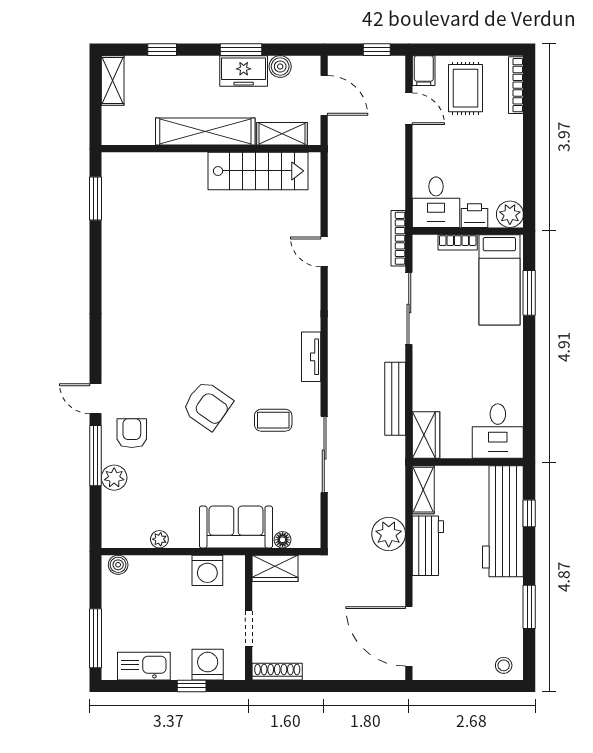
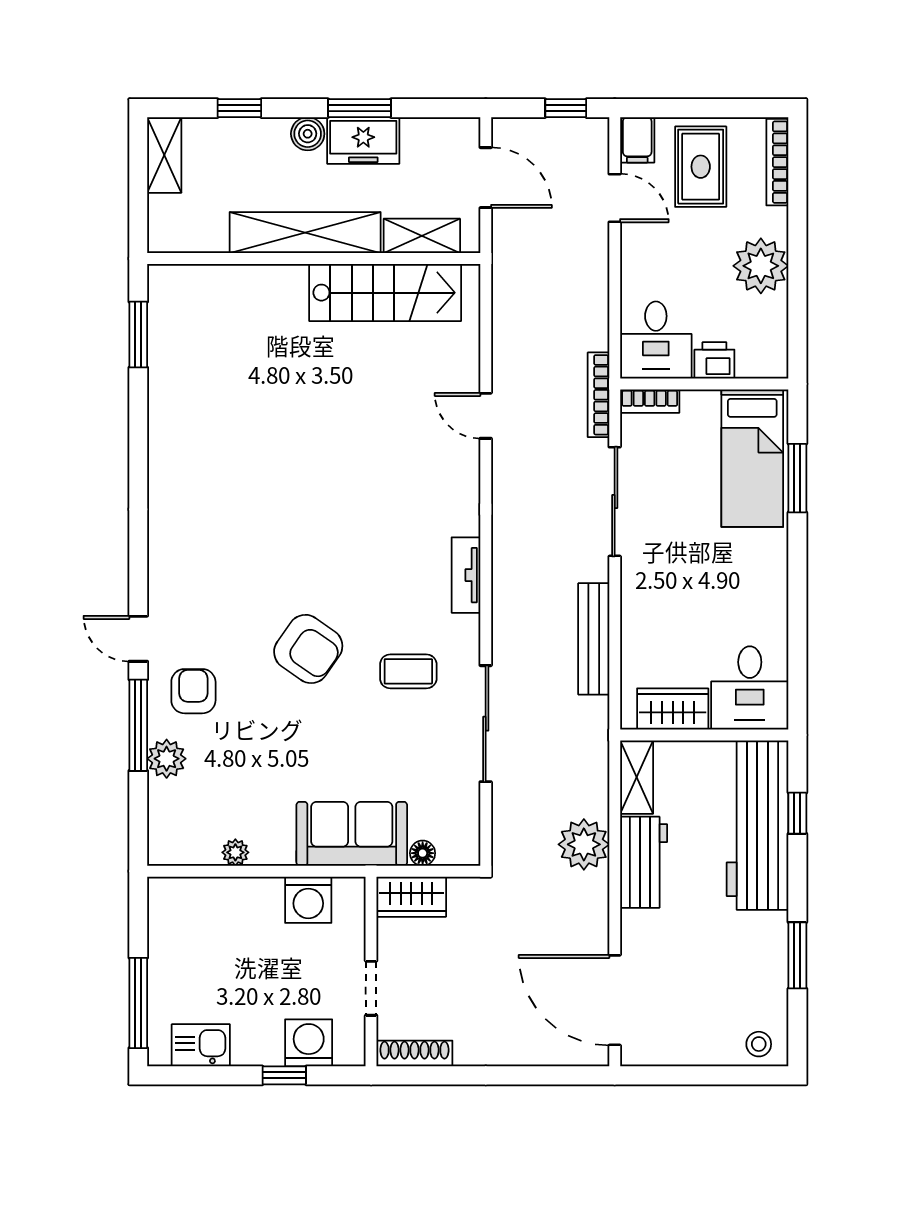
boiler: (280, 66) -> (308, 134), moved
plant: (510, 214) -> (761, 266), moved, width x1.36, depth x1.36
bookcase: (458, 242) -> (650, 401), moved
wardrobe: (426, 435) -> (673, 709), moved, turned -90
boiler: (118, 565) -> (173, 891), removed
kitchen sink: (144, 666) -> (201, 1045), width x0.73

